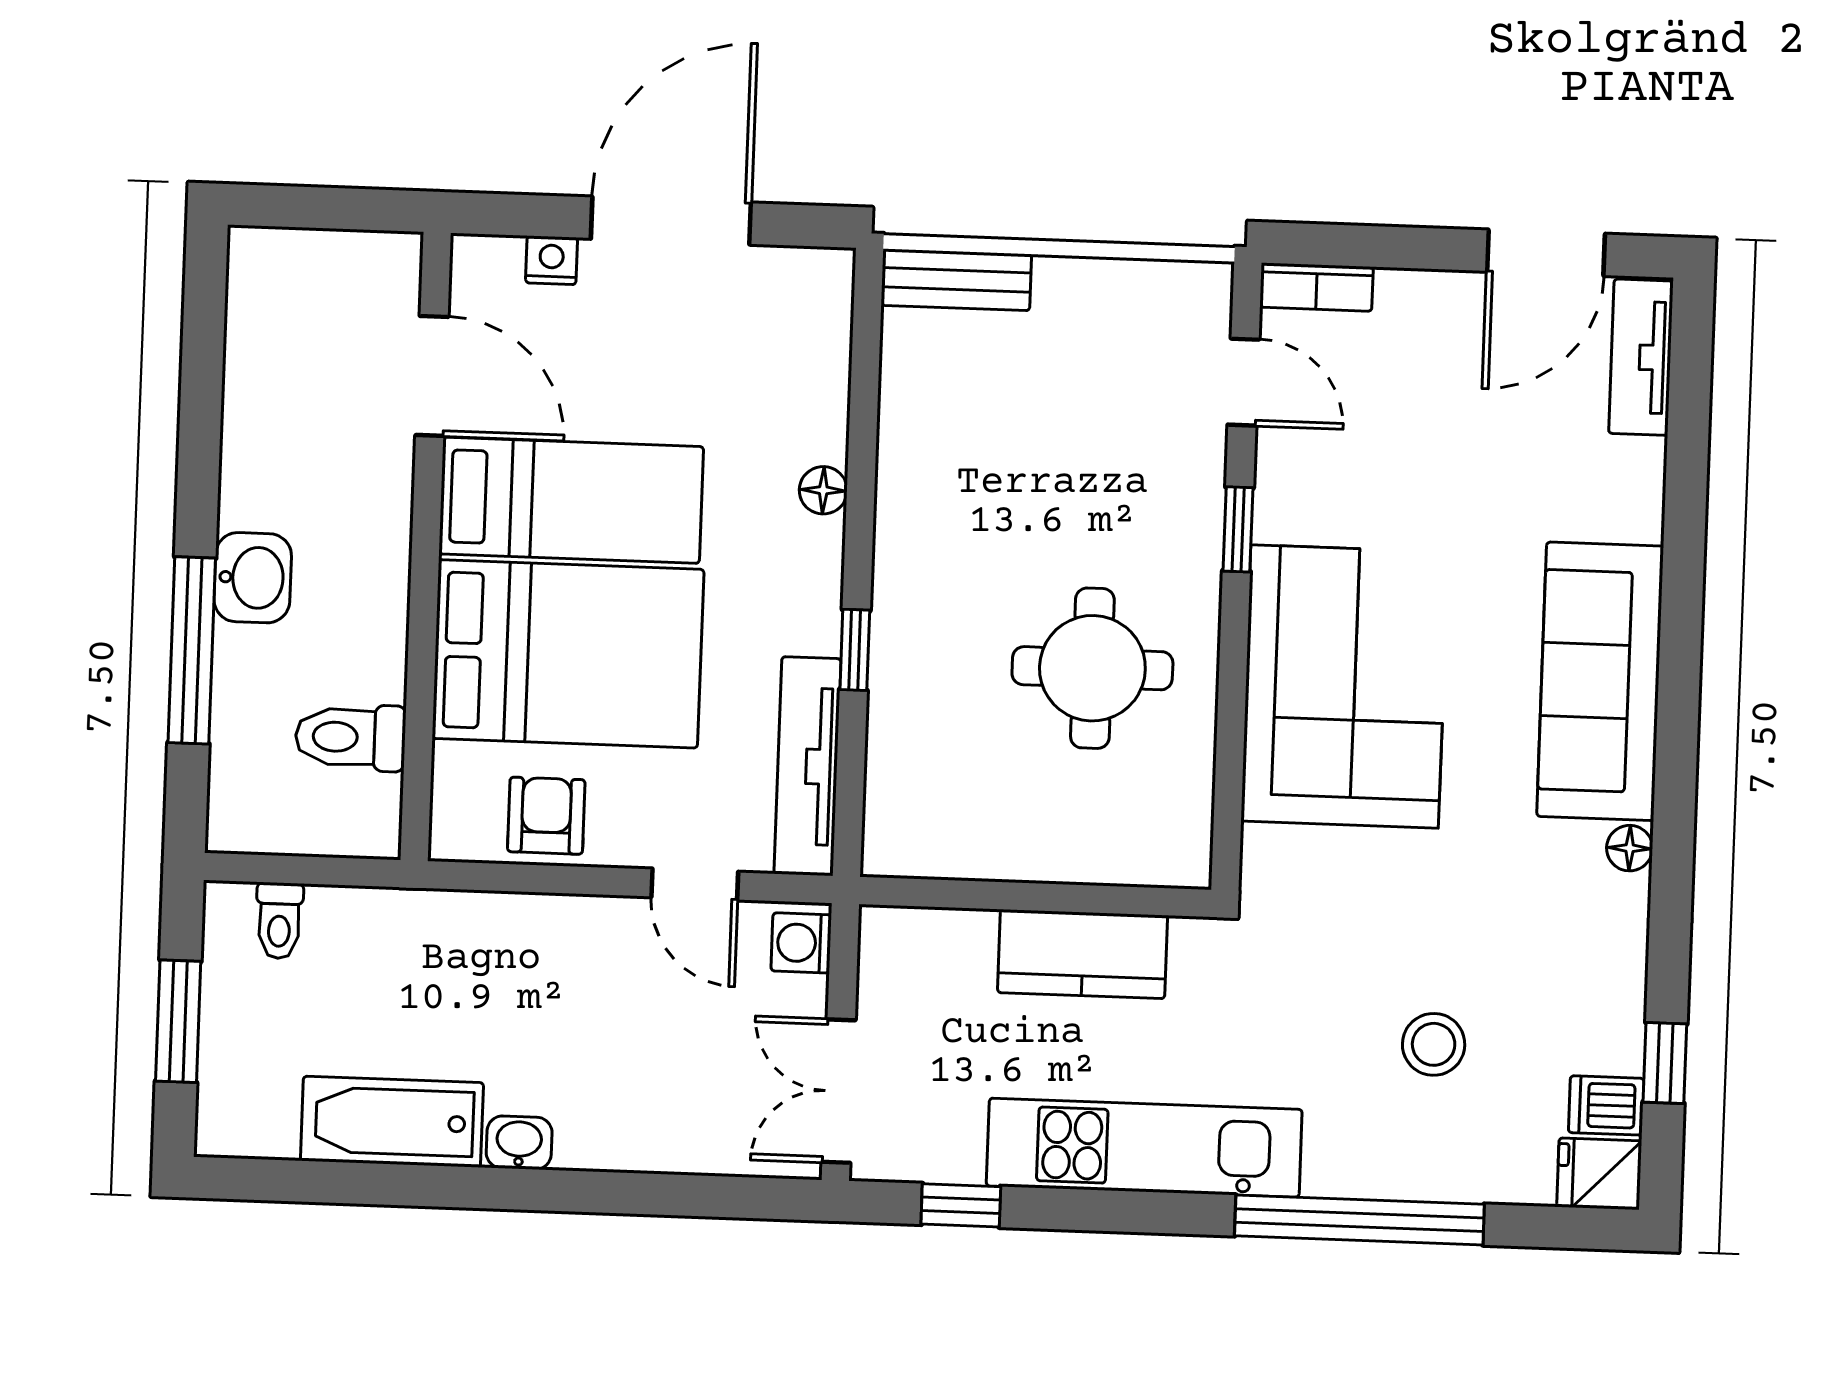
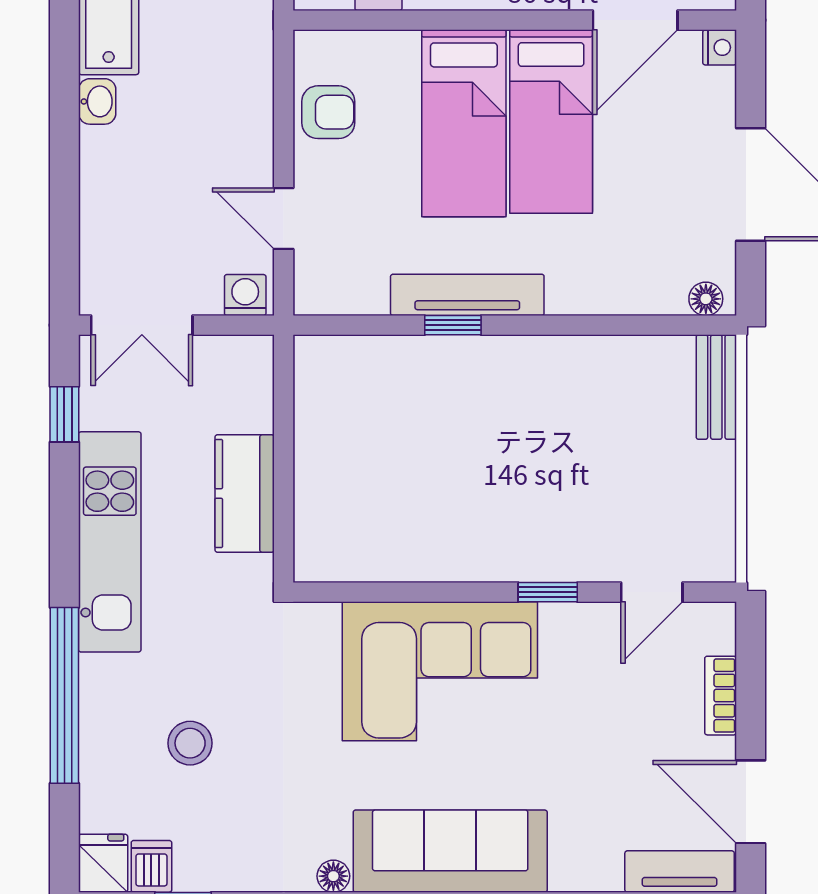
nightstand: (552, 260) -> (720, 47), moved
bookcase: (1316, 287) -> (721, 696), moved
floor lamp: (823, 490) -> (706, 299), moved
bed: (568, 654) -> (464, 123), width x0.67
round table: (1092, 668) -> (446, 493), removed
tv unit: (807, 766) -> (467, 295), moved
door: (695, 884) -> (284, 219), hinge flipped
double door: (839, 1091) -> (142, 325), swing flipped

